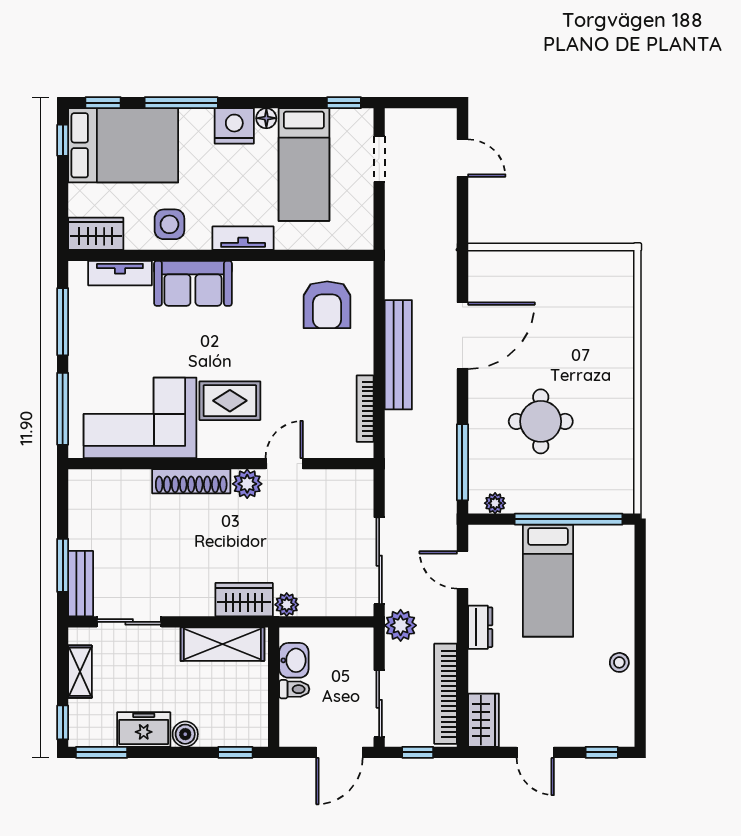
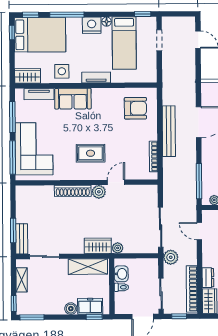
armchair: (327, 305) -> (135, 108), turned -90
corner sofa: (140, 418) -> (34, 149), moved, turned 90
dresser: (480, 627) -> (208, 278), moved
freezer: (144, 729) -> (90, 306), moved

